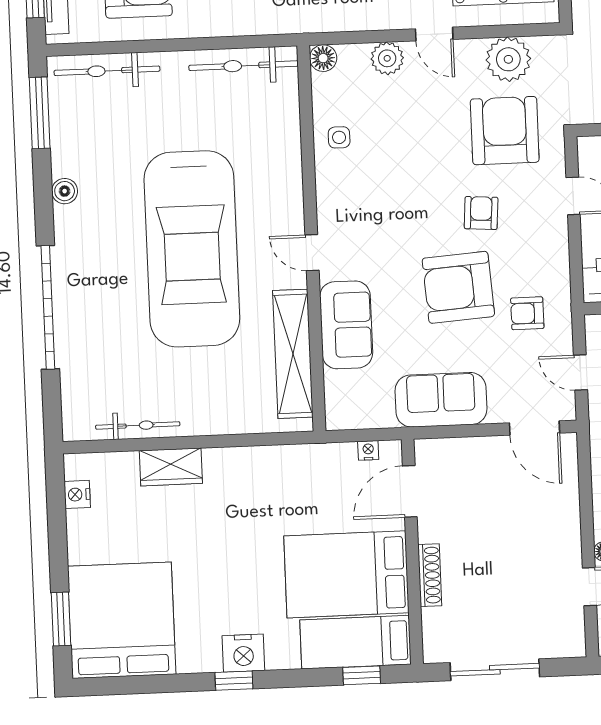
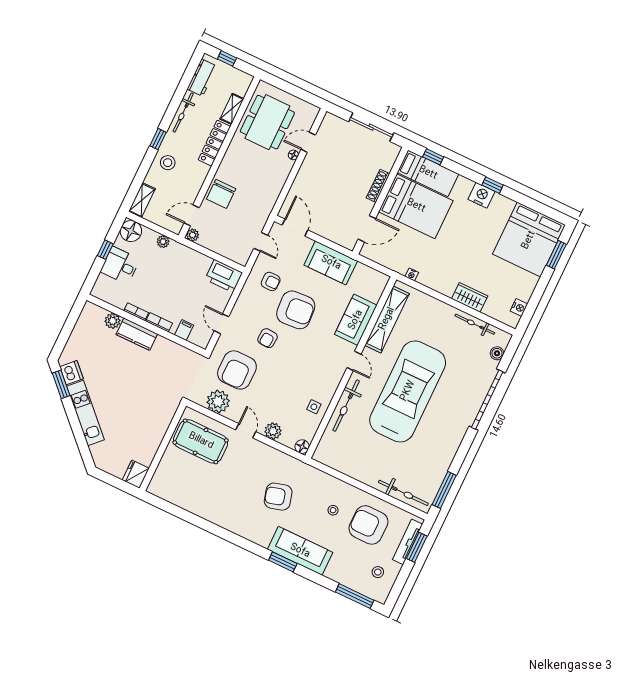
bicycle: (244, 66) -> (346, 406), moved, turned 90
boiler: (65, 191) -> (497, 353), moved
nightstand: (368, 450) -> (412, 274), moved

